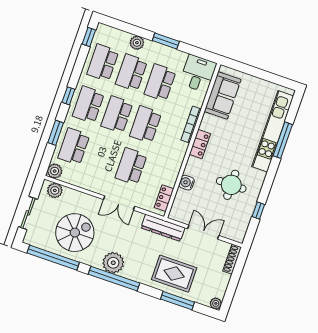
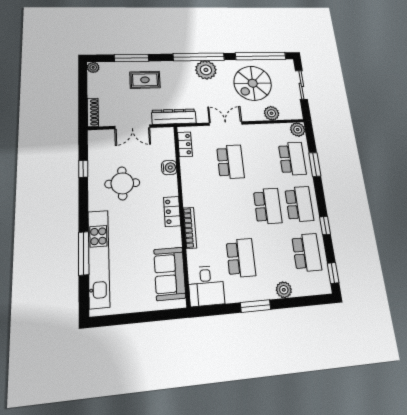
school desk: (131, 73) -> (274, 255), removed
window: (68, 96) -> (325, 226), moved
school desk: (146, 124) -> (236, 208), removed
plant: (55, 190) -> (272, 113), moved
rug: (174, 274) -> (145, 80), width x0.73, depth x0.70

